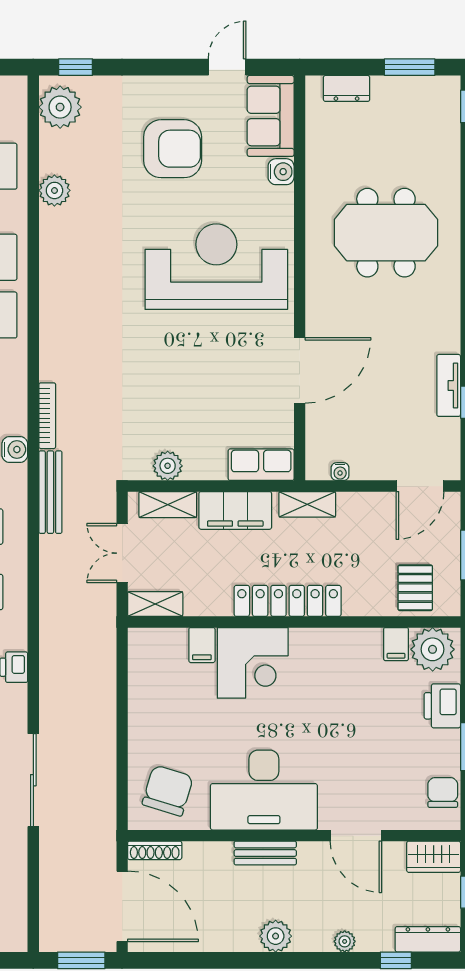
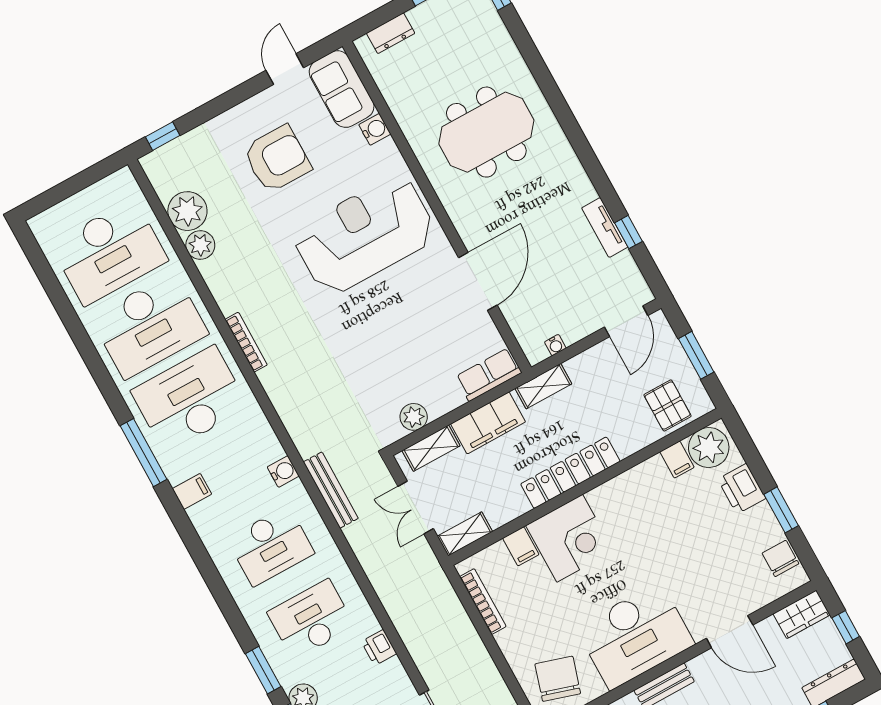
plant: (60, 107) -> (187, 211), moved
bookcase: (47, 416) -> (246, 342), moved
bookcase: (137, 678) -> (483, 602), added

